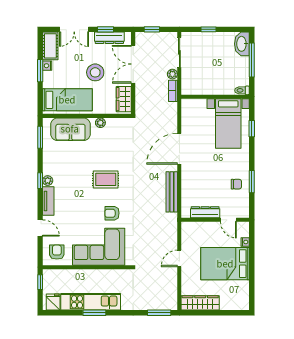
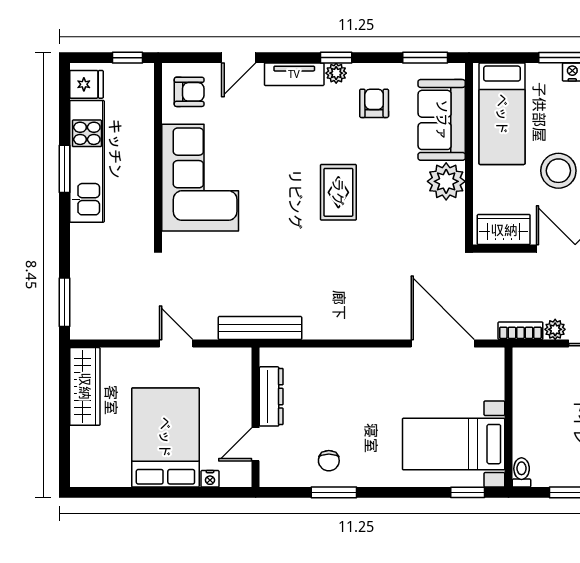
plant: (100, 123) -> (446, 181), width x1.87, depth x1.87
window: (252, 129) -> (468, 492), moved
door: (179, 149) -> (443, 344), moved
bench: (172, 192) -> (260, 328), moved
armchair: (112, 213) -> (374, 103), moved

